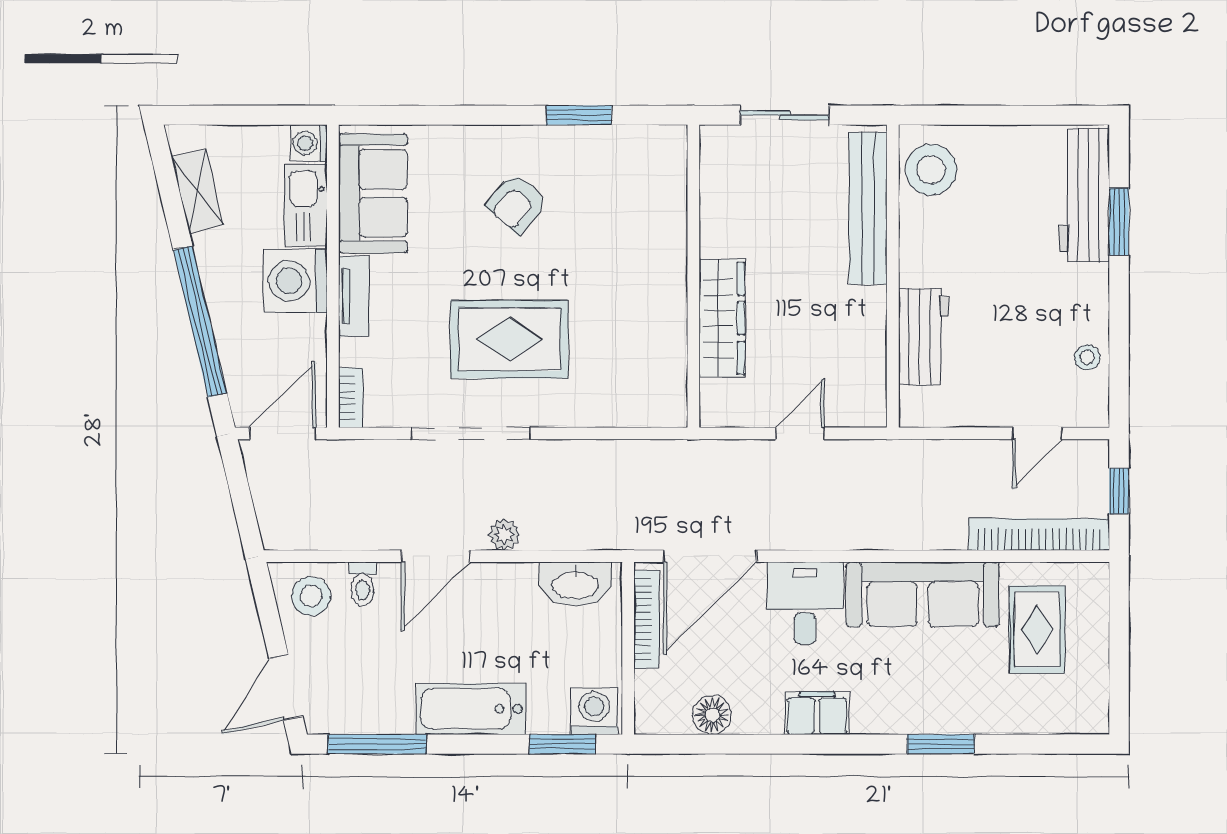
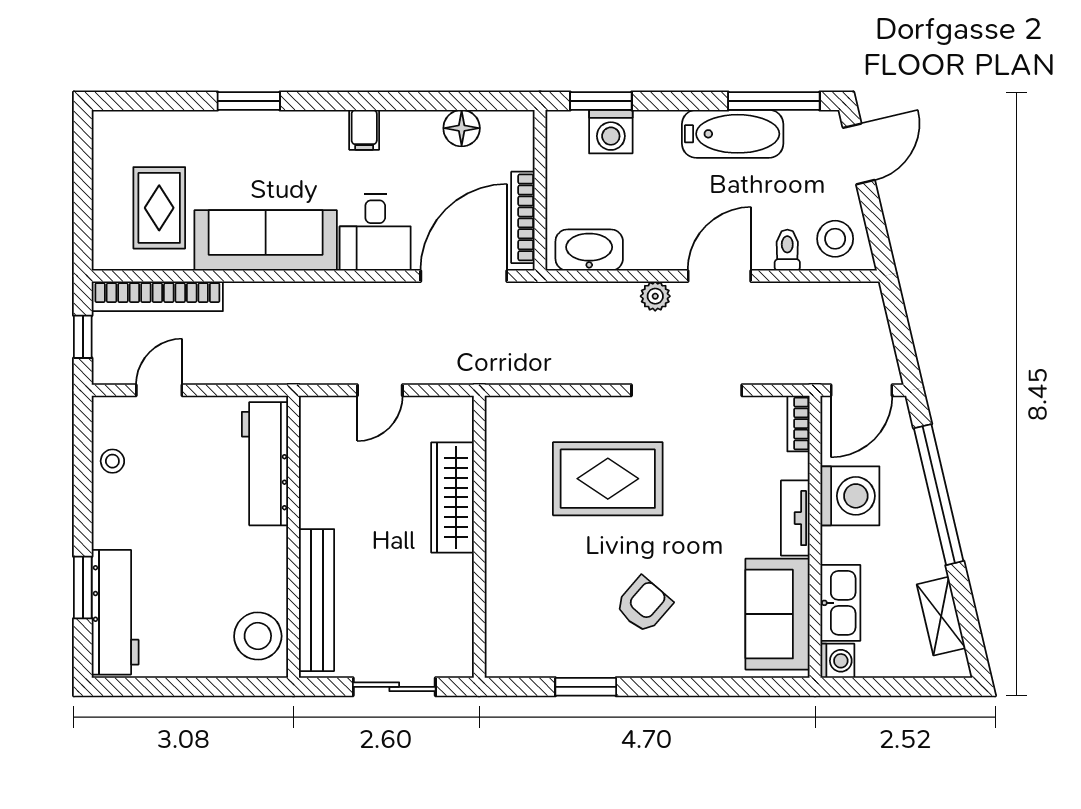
washing machine: (295, 281) -> (850, 496), moved
workbench: (923, 337) -> (265, 464), width x1.38
rug: (509, 339) -> (608, 479), moved
bathtub: (471, 709) -> (733, 134), moved
washing machine: (594, 711) -> (611, 132), moved
filing cabinet: (817, 713) -> (364, 130), width x0.50

